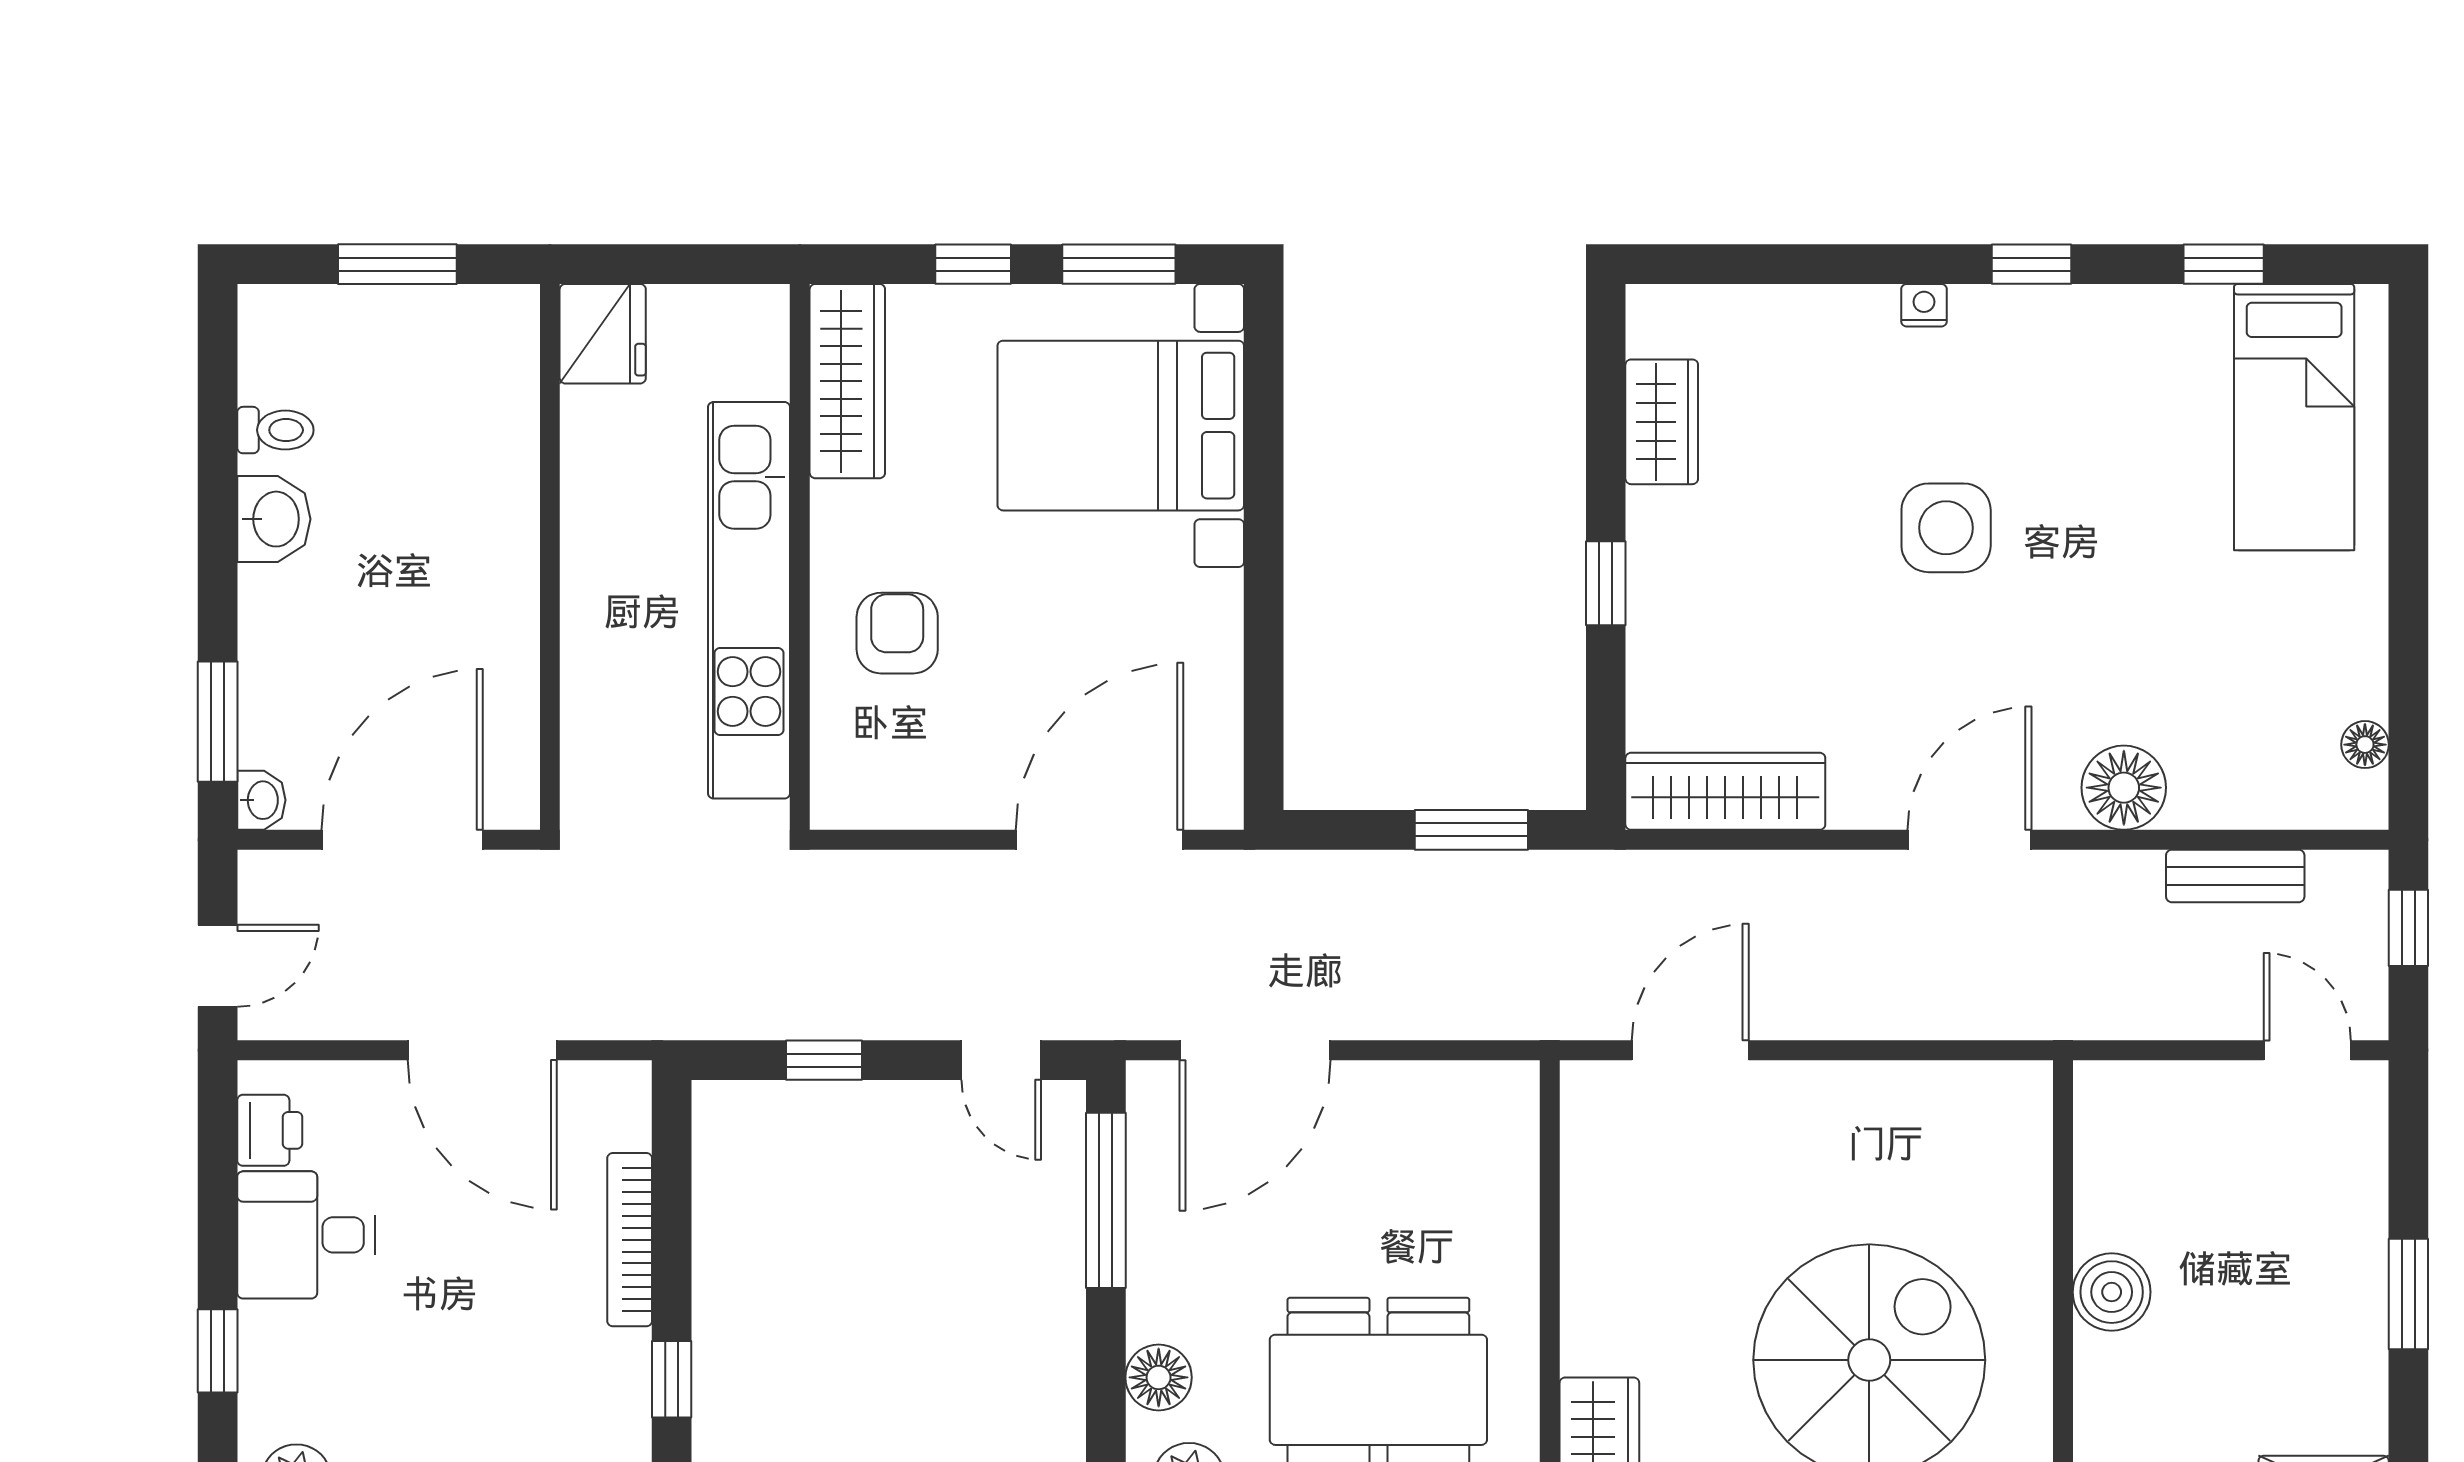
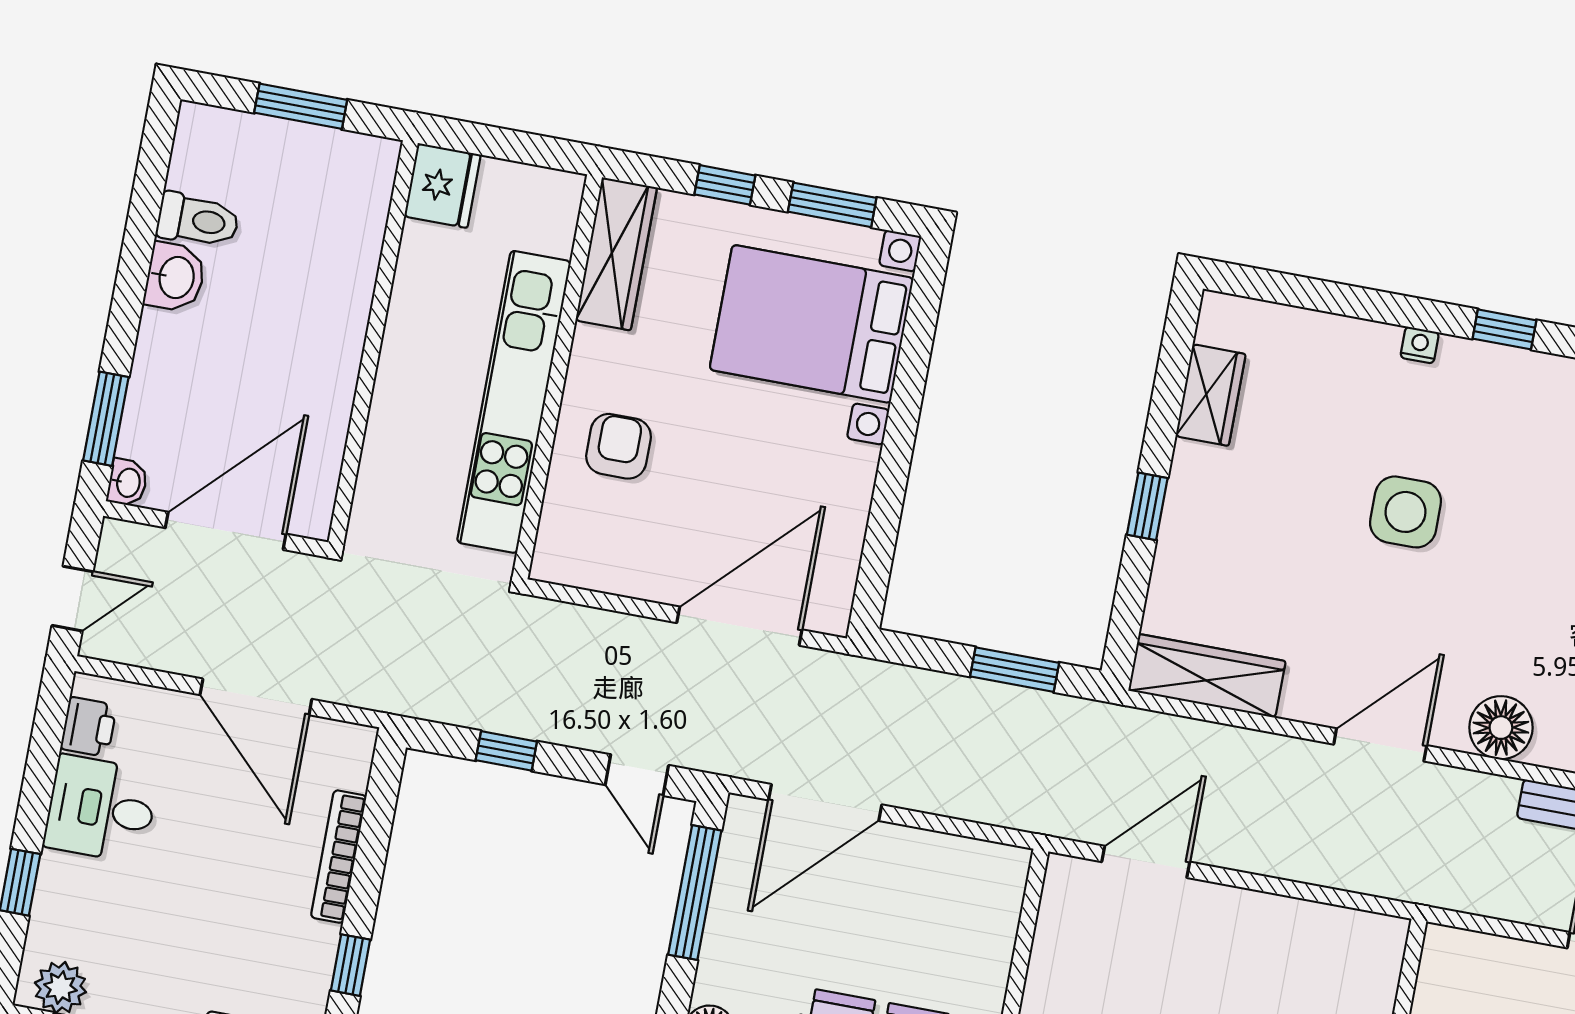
toilet: (275, 430) -> (198, 220), width x1.37, depth x1.39

